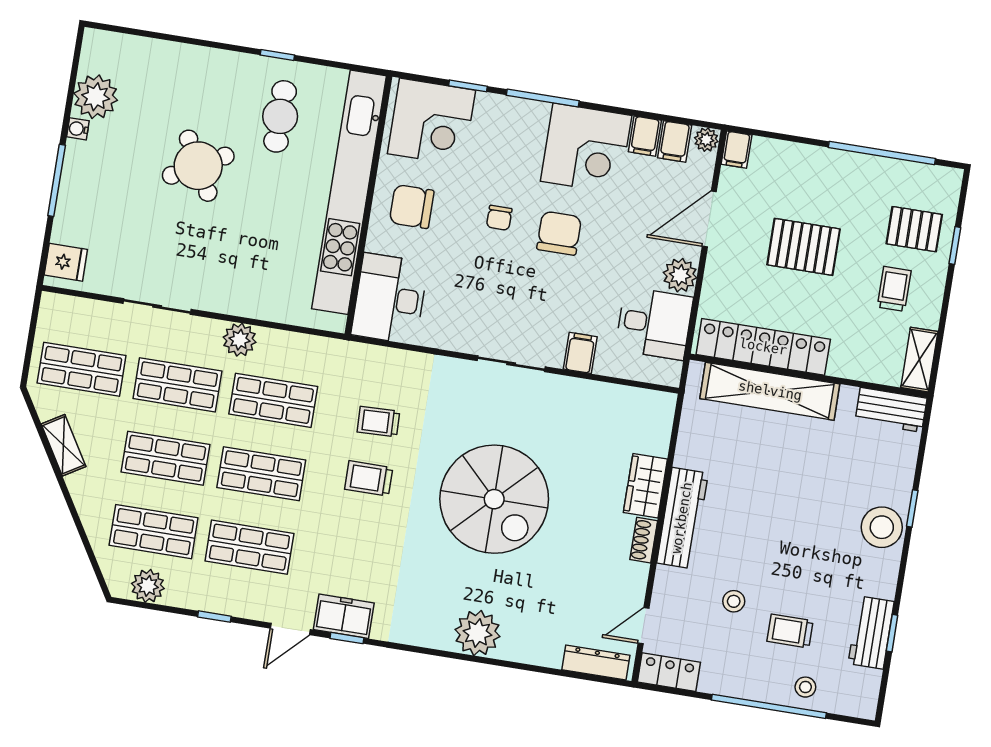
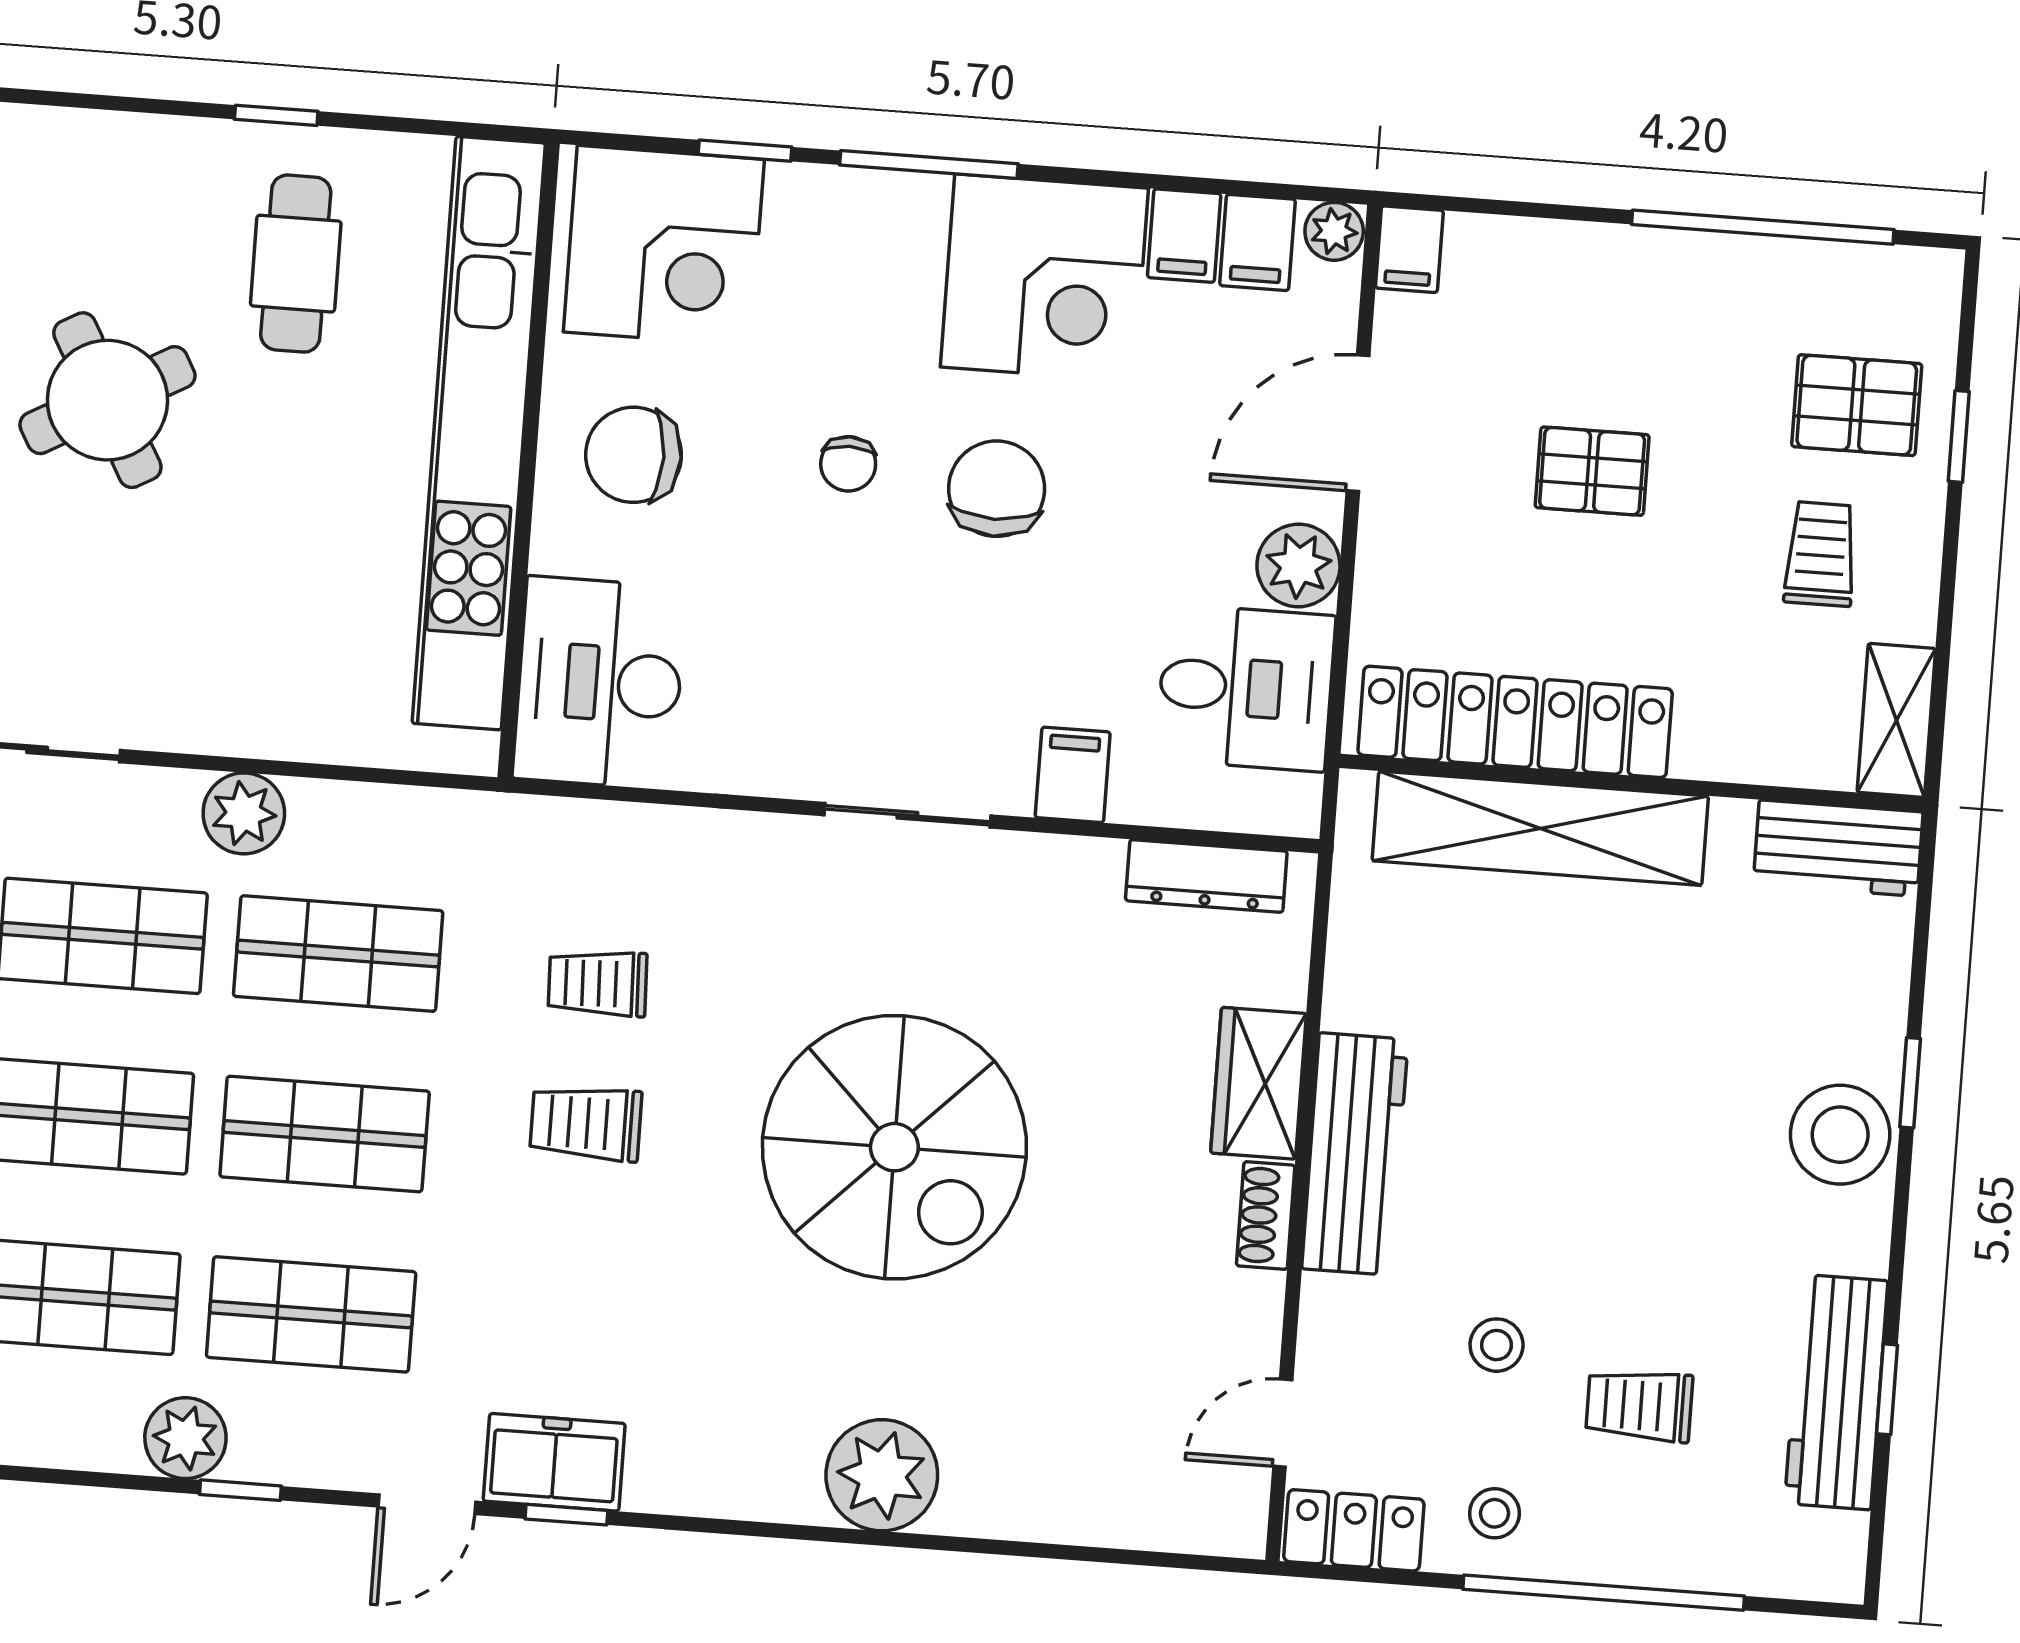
pallet: (804, 247) -> (1592, 471), width x0.67, depth x0.71
plant: (148, 586) -> (185, 1438), moved
workbench: (871, 632) -> (1836, 1392), width x1.38
dresser: (596, 663) -> (1206, 876), moved, turned 180
stool: (805, 687) -> (1495, 1513), moved

